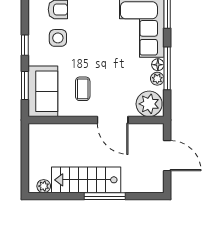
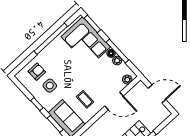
plant: (149, 104) -> (127, 80), width x0.53, depth x0.53

